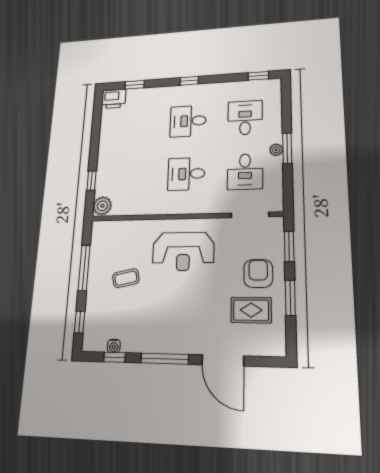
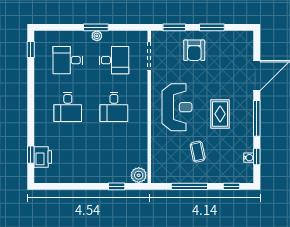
window: (189, 81) -> (31, 107), removed
printer: (114, 99) -> (43, 157), moved
armchair: (258, 273) -> (194, 50), turned -90
rug: (251, 310) -> (220, 114), moved

